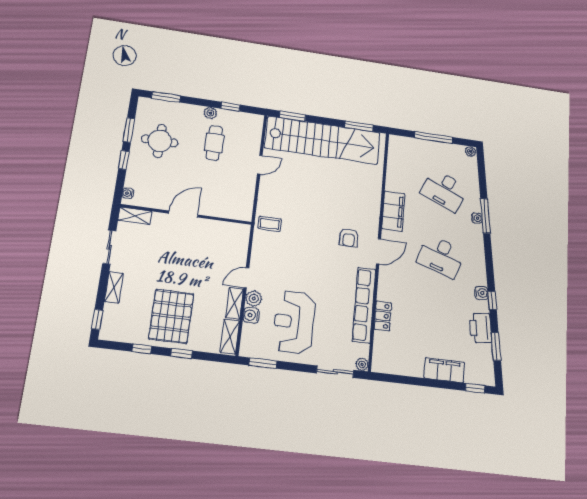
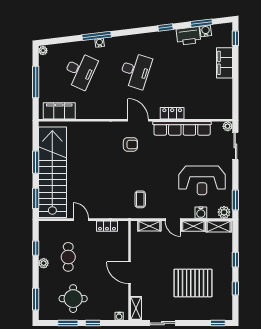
window: (359, 126) -> (36, 162), moved
cafe table: (214, 143) -> (68, 257), turned 90
locker: (248, 195) -> (107, 226), added
filing cabinet: (393, 211) -> (59, 111), moved
coffee table: (270, 224) -> (140, 199), moved
shelving: (114, 287) -> (149, 226), moved
water cooler: (481, 293) -> (206, 31), moved
plant: (254, 299) -> (224, 212), moved
pallet: (171, 316) -> (193, 283), moved
locker: (383, 316) -> (172, 113), moved

